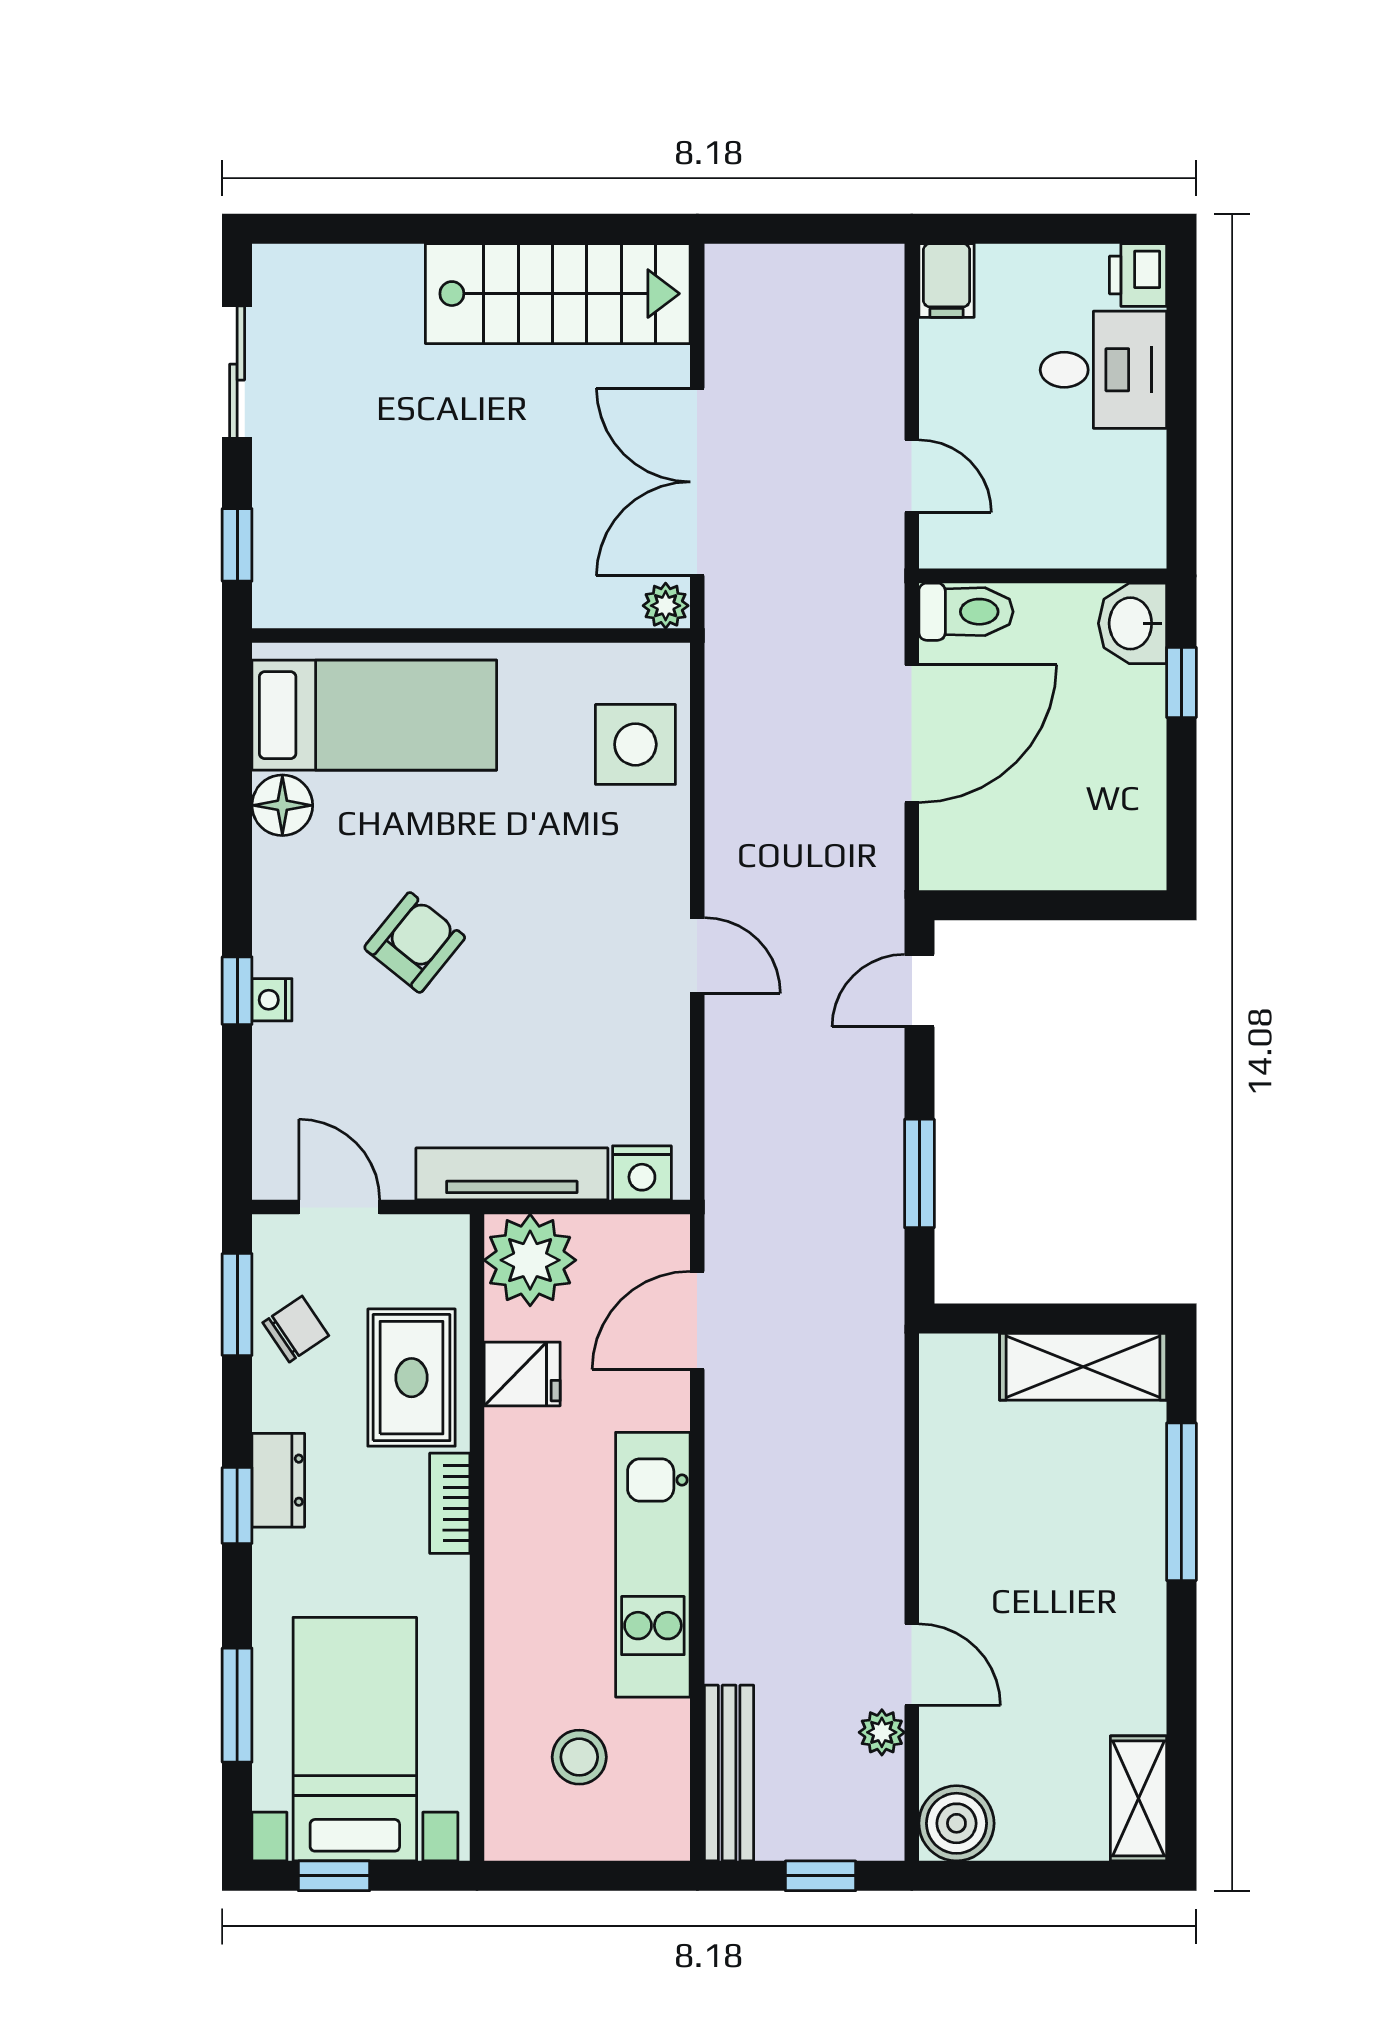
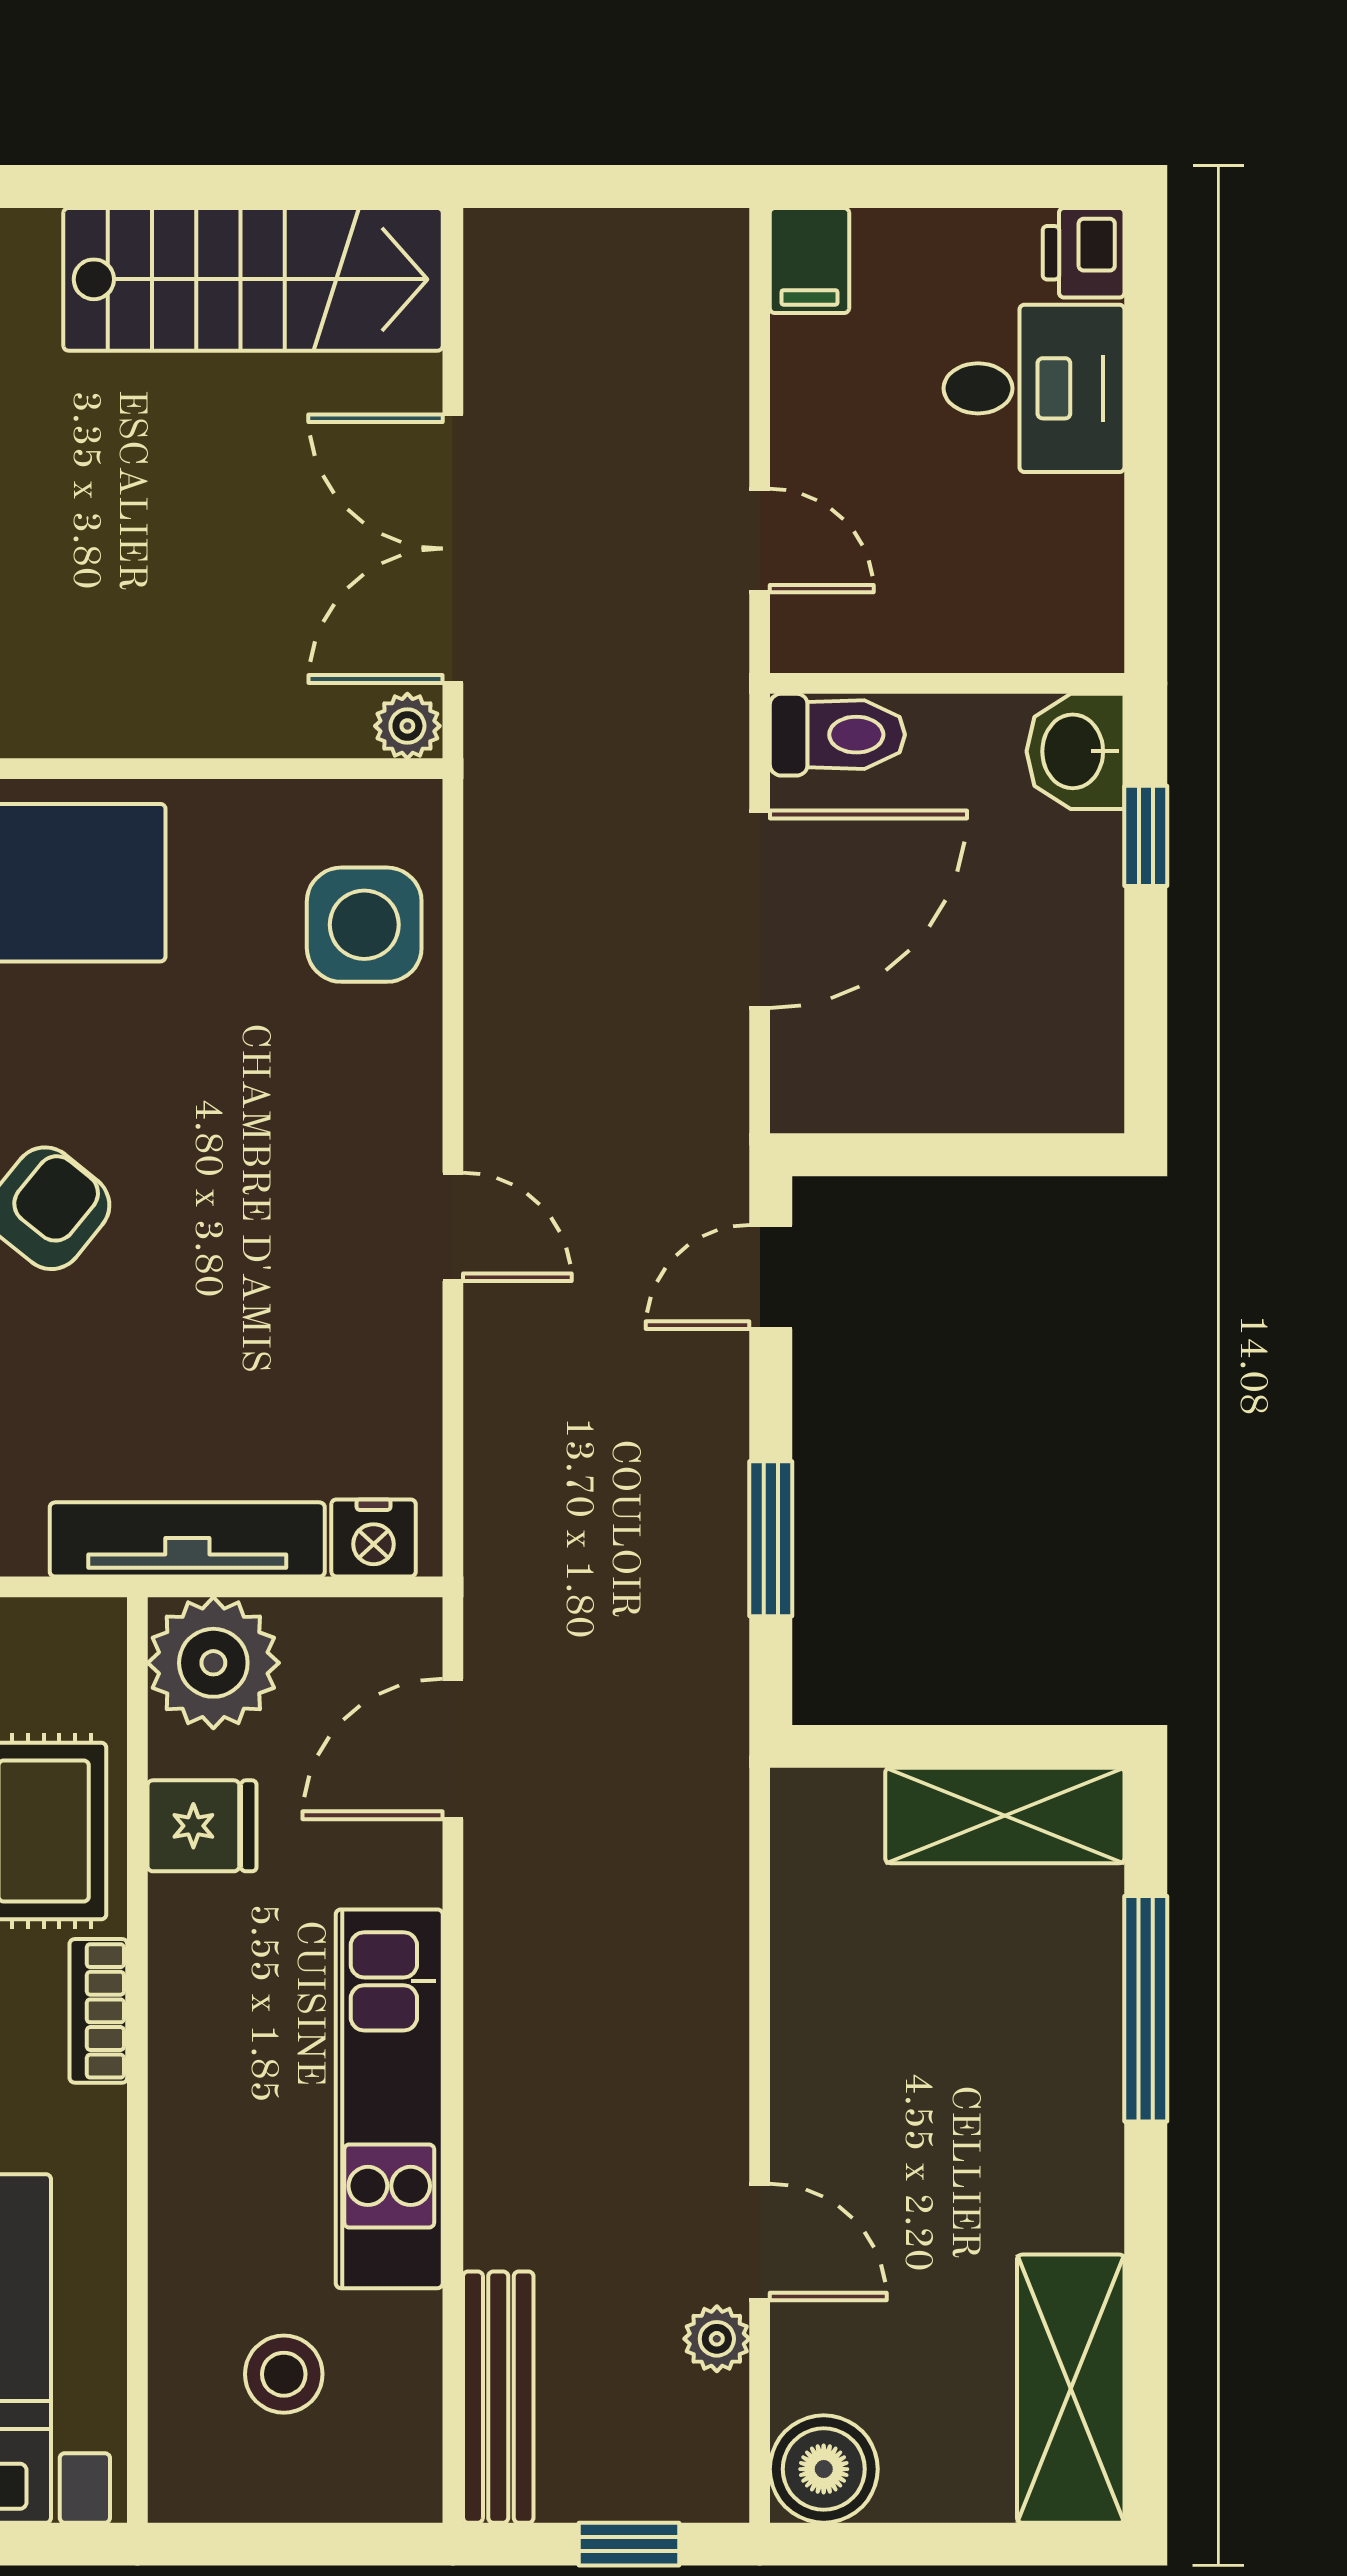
shelving: (1138, 1798) -> (1071, 2389), width x1.50, depth x1.33

